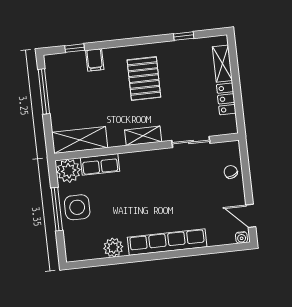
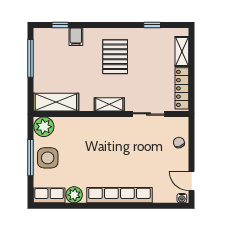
locker: (226, 99) -> (182, 88), width x1.53
row of seats: (100, 164) -> (49, 195), moved, turned 180

